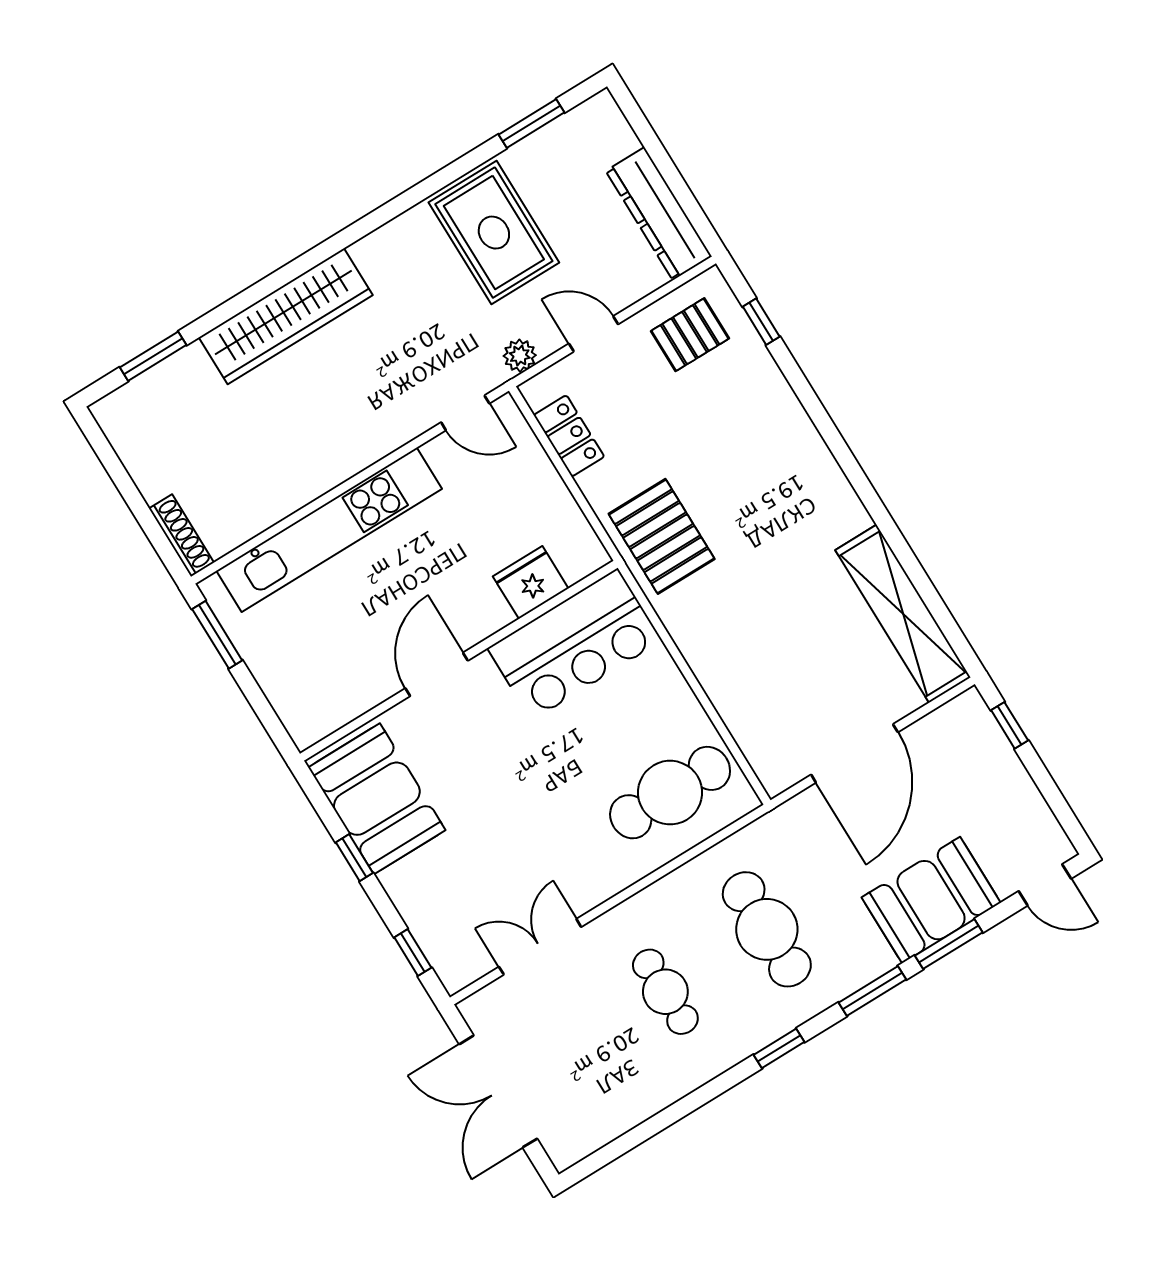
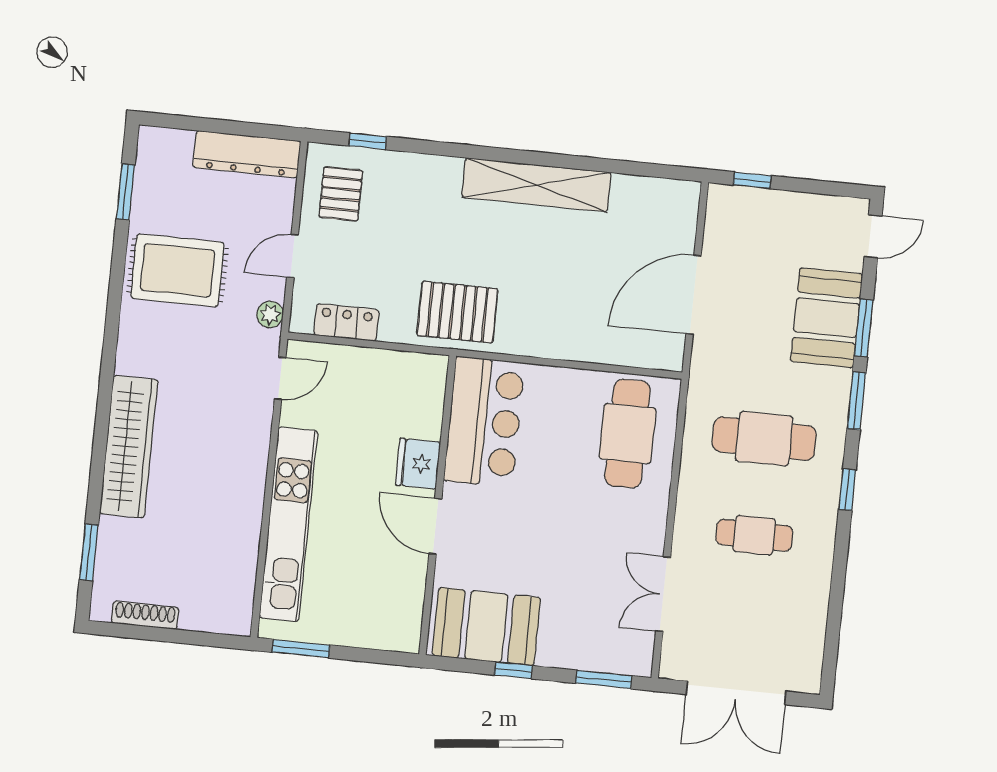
shoe rack: (181, 536) -> (145, 615), moved
fridge: (531, 583) -> (418, 464), moved
shelving: (903, 614) -> (536, 185), moved
door: (854, 753) -> (694, 295), swing flipped
window: (413, 953) -> (604, 679), width x1.50

